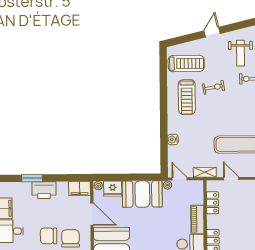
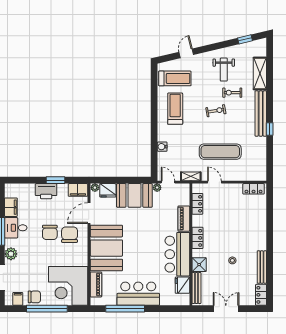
door: (212, 32) -> (186, 53), moved
exercise bike: (214, 87) -> (216, 111), moved
treadmill: (187, 97) -> (175, 109), turned 180
window: (32, 178) -> (56, 180), moved
door: (92, 214) -> (89, 213), swing flipped
chair: (49, 236) -> (50, 232), turned -90

